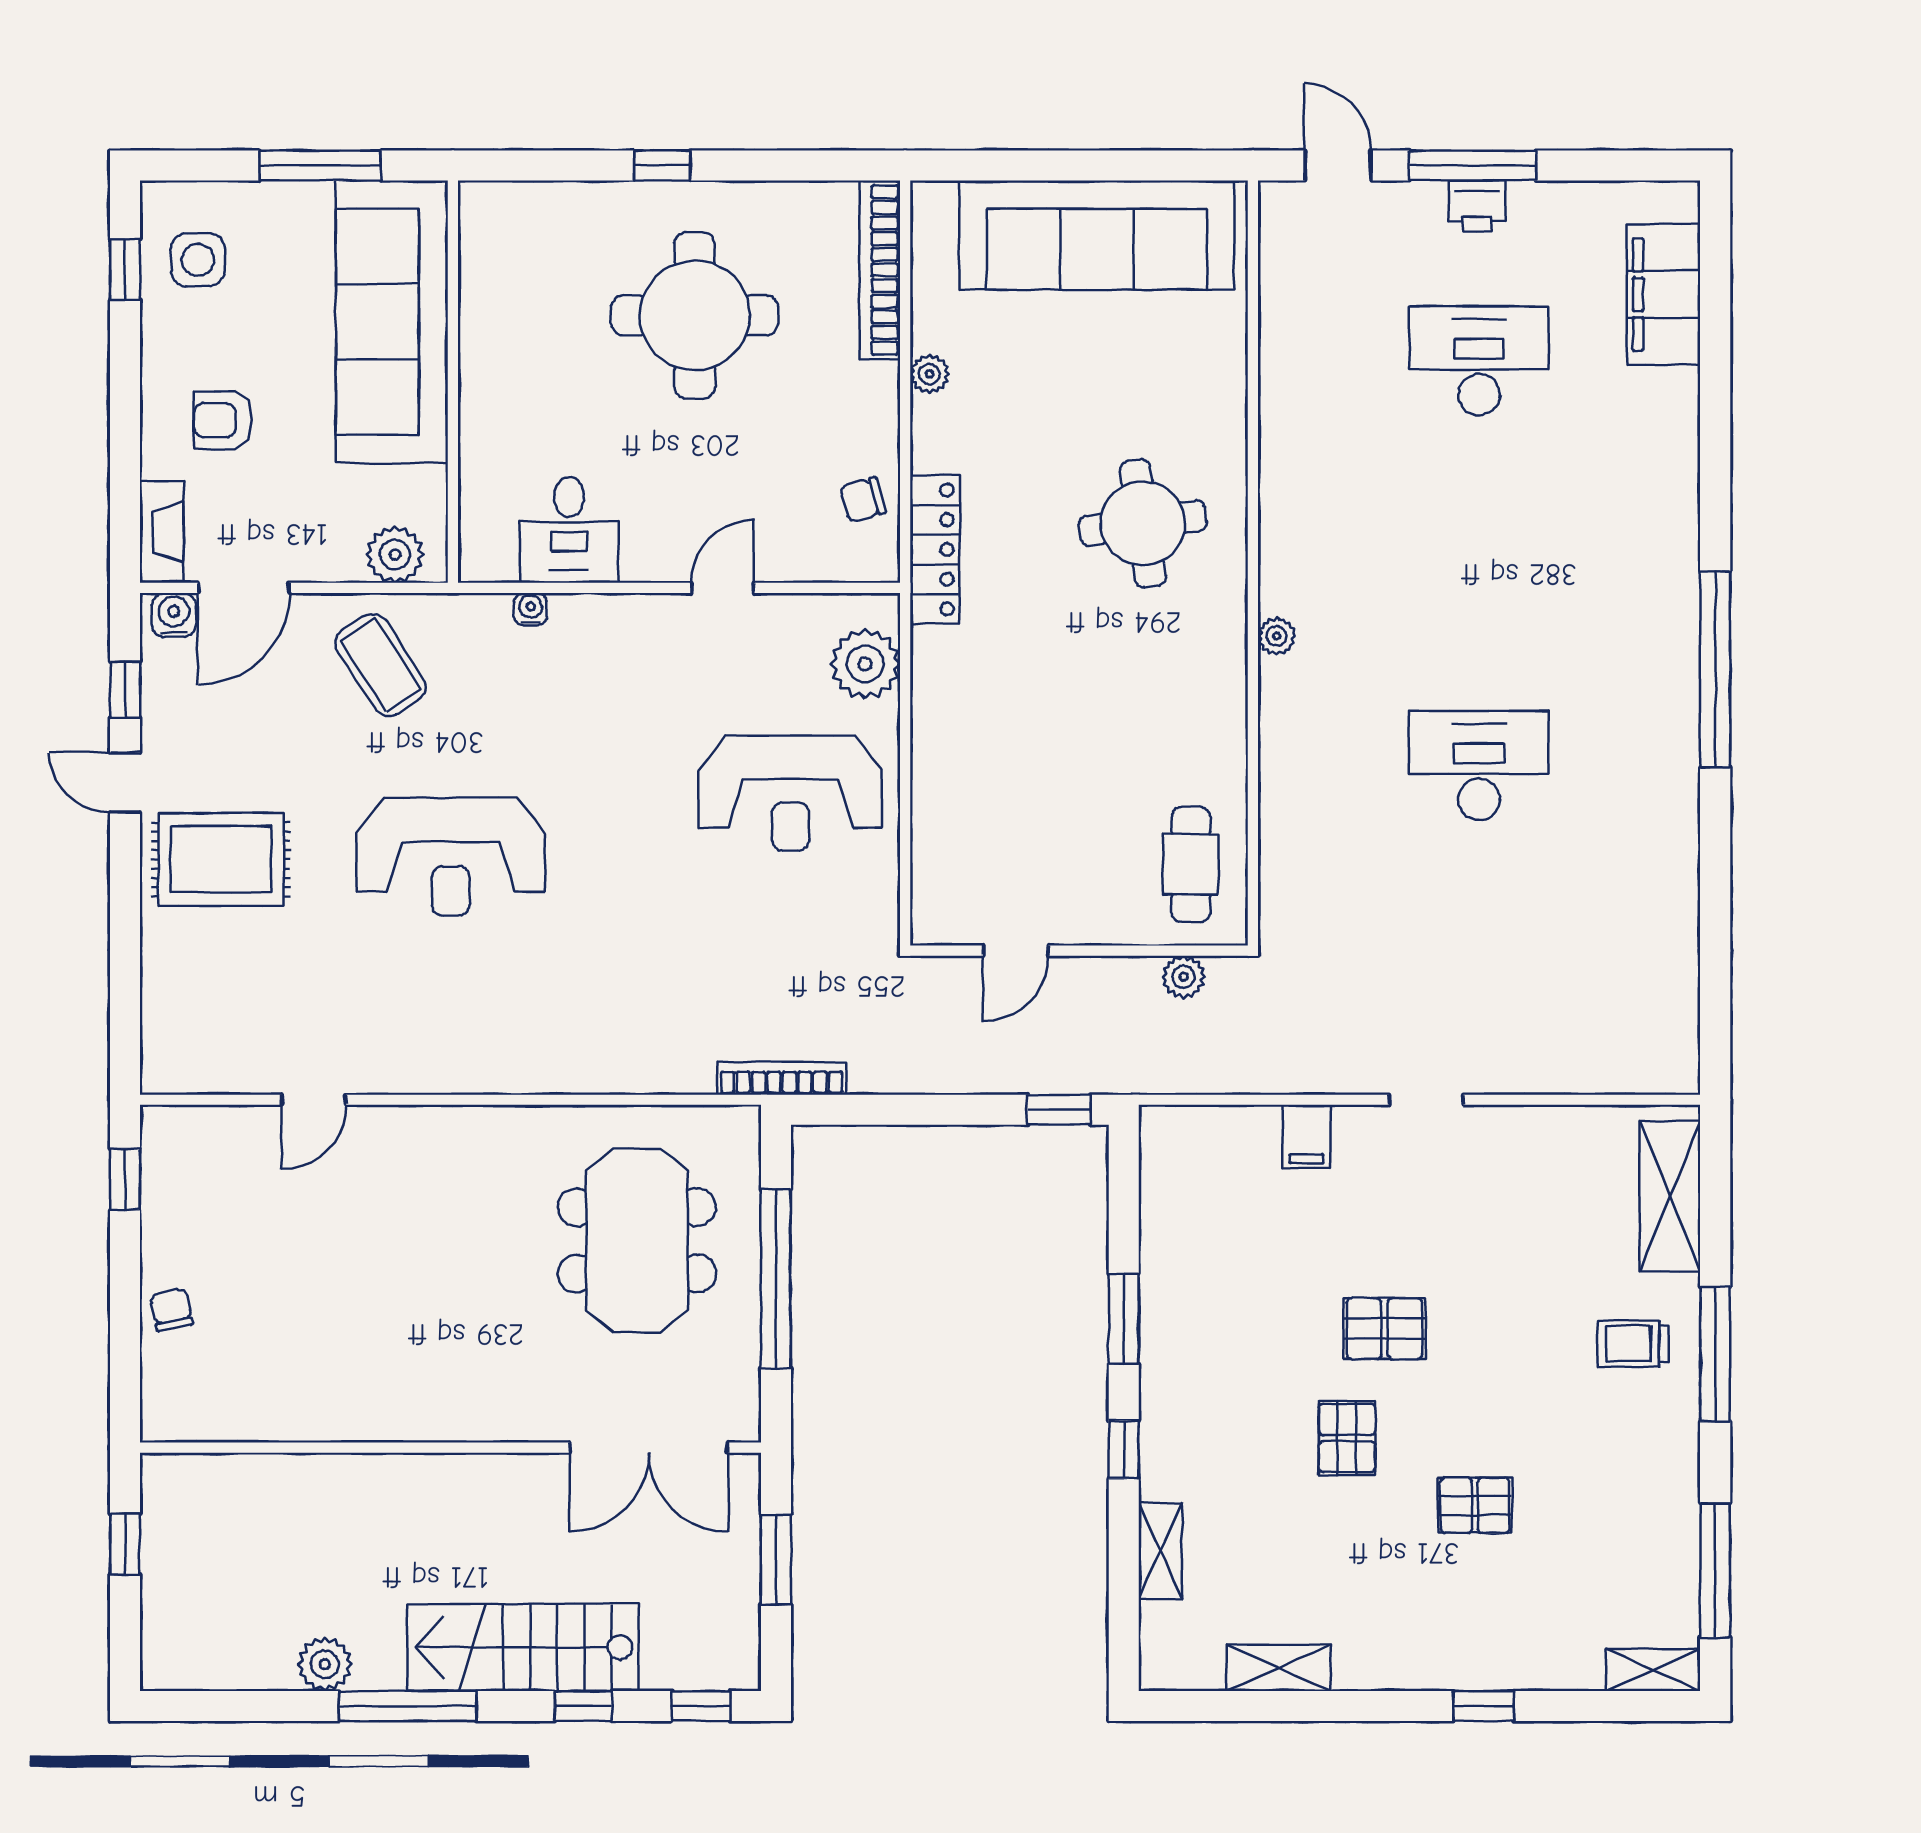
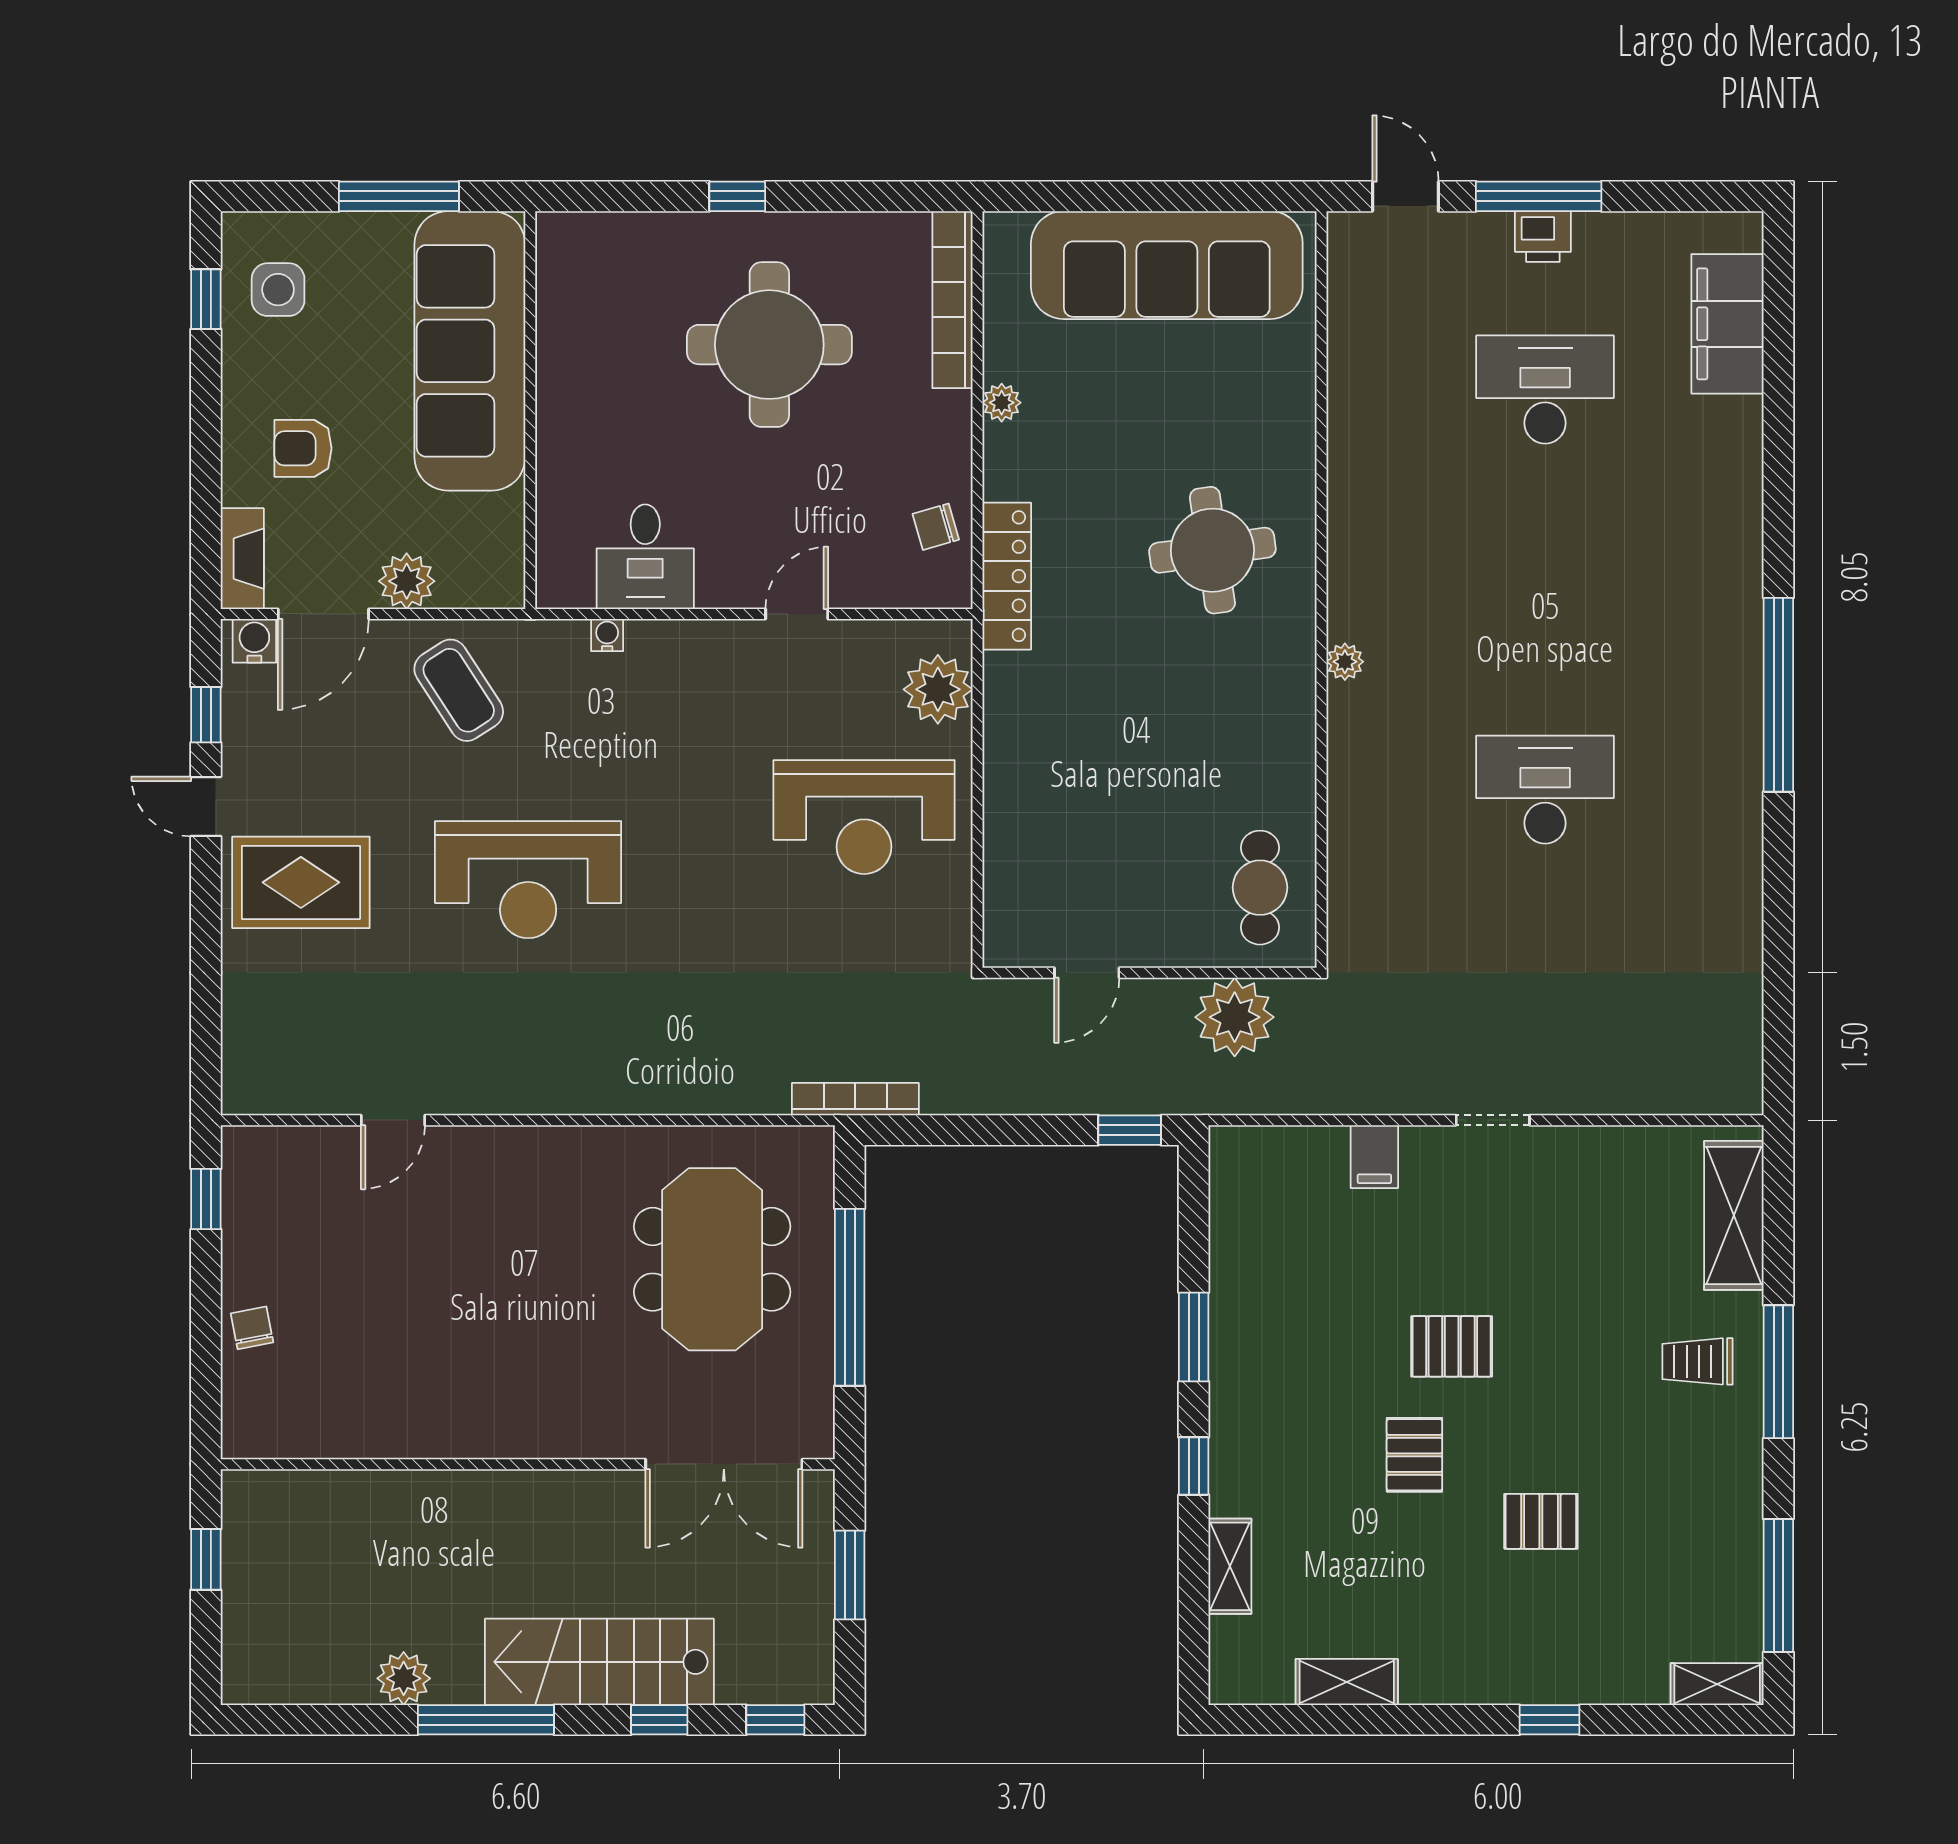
plant: (395, 555) -> (407, 581), moved
plant: (1184, 977) -> (1235, 1017), width x1.87, depth x1.87

